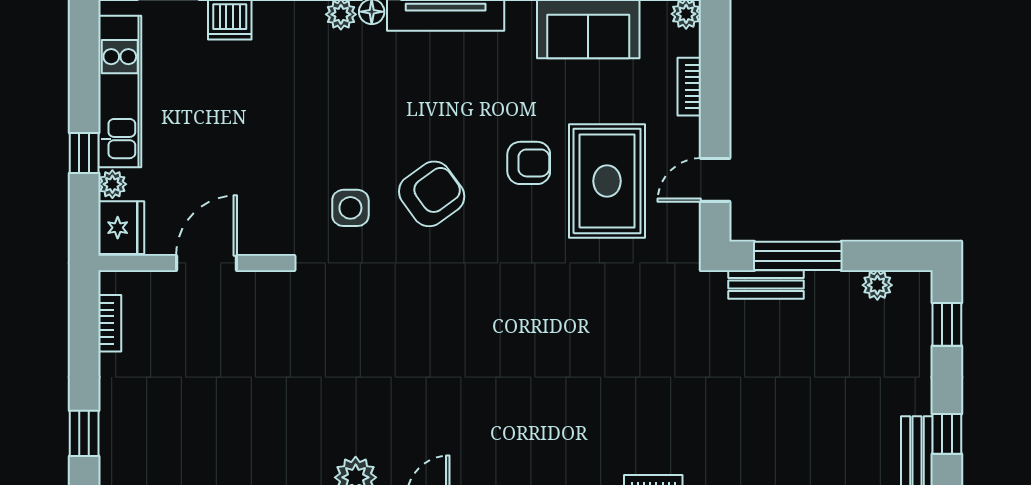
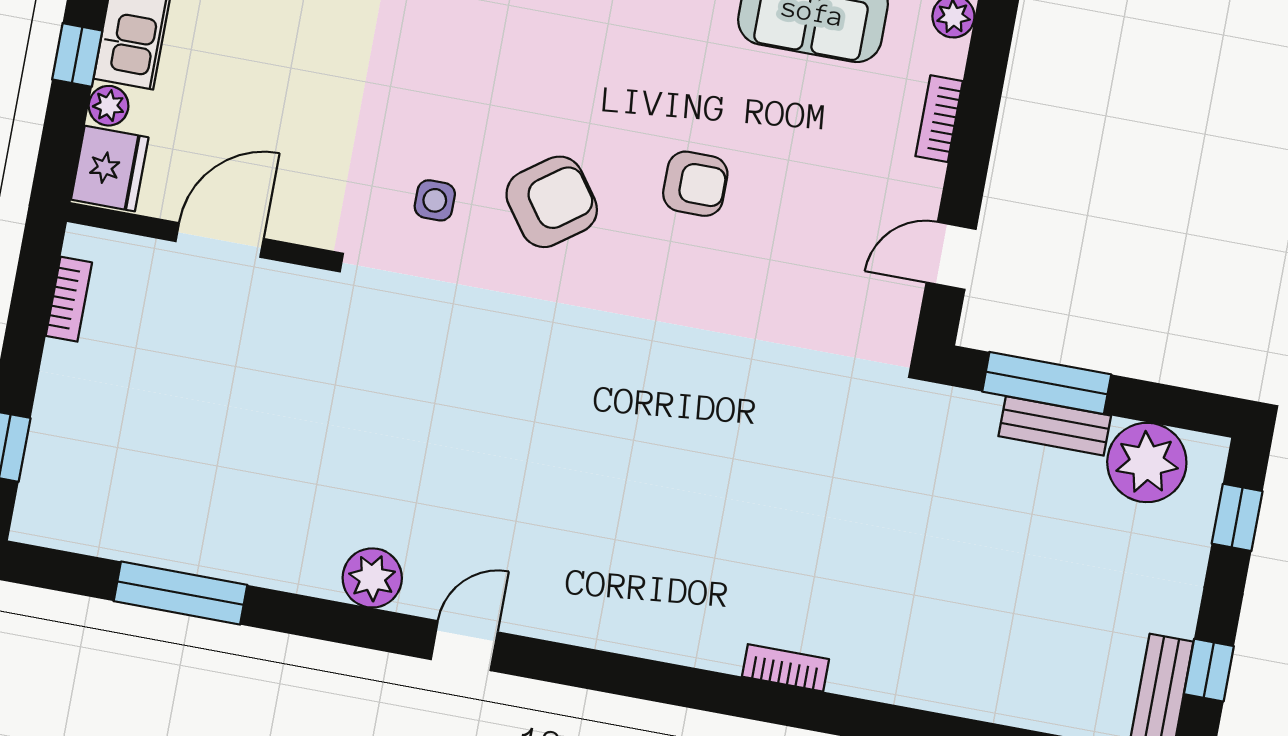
rug: (607, 181) -> (800, 229), removed
side table: (350, 208) -> (435, 200), width x0.73, depth x0.73
bench: (766, 284) -> (1055, 426), moved
plant: (877, 285) -> (1147, 463), width x1.87, depth x1.87

